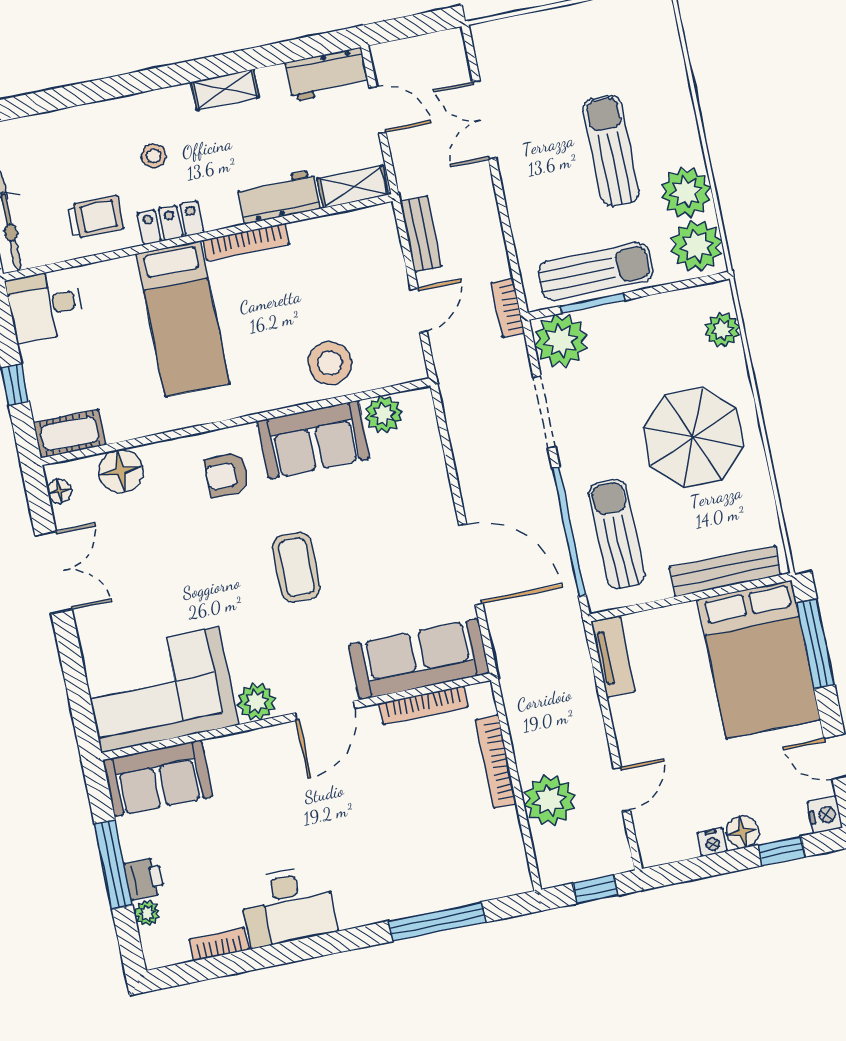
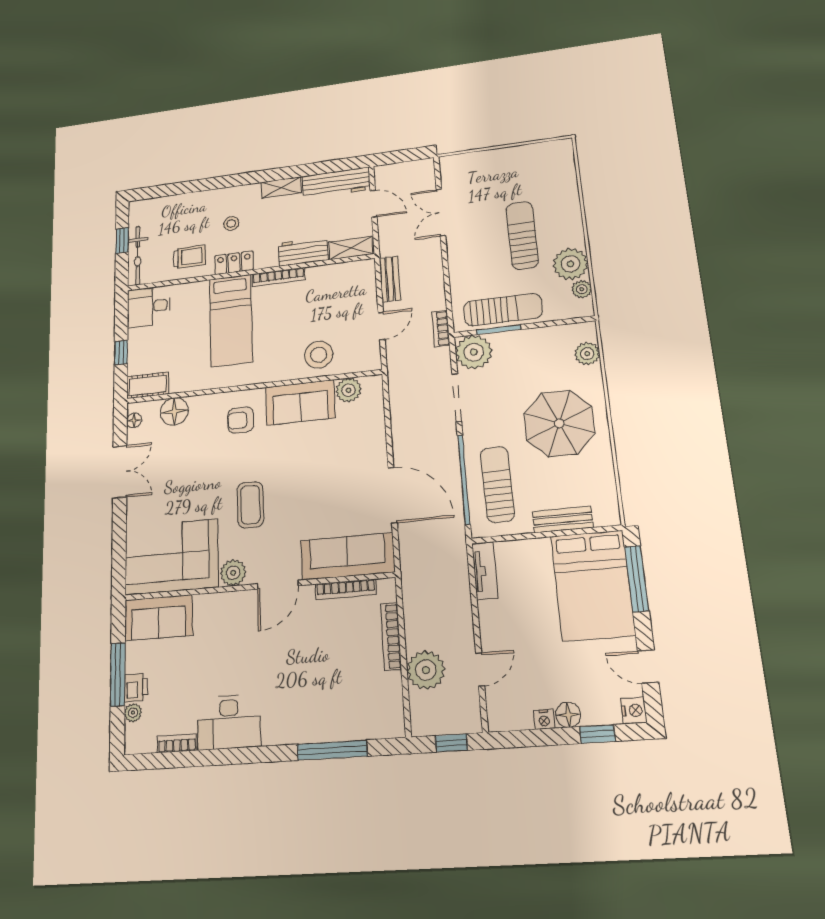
workbench: (327, 74) -> (336, 183), width x1.38
plant: (696, 246) -> (582, 289), width x0.53, depth x0.53
coffee table: (296, 567) -> (250, 505), moved
bench: (725, 571) -> (563, 520), width x0.73

